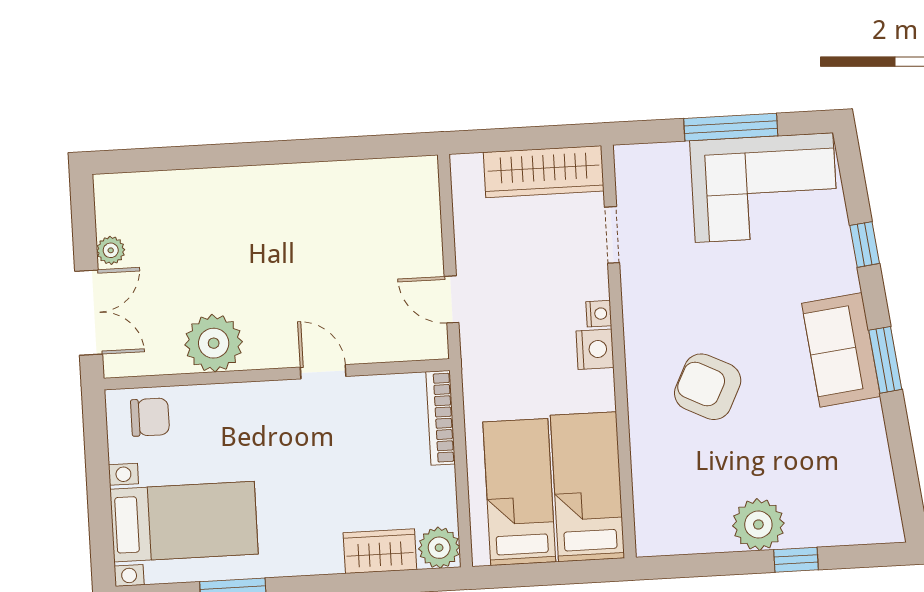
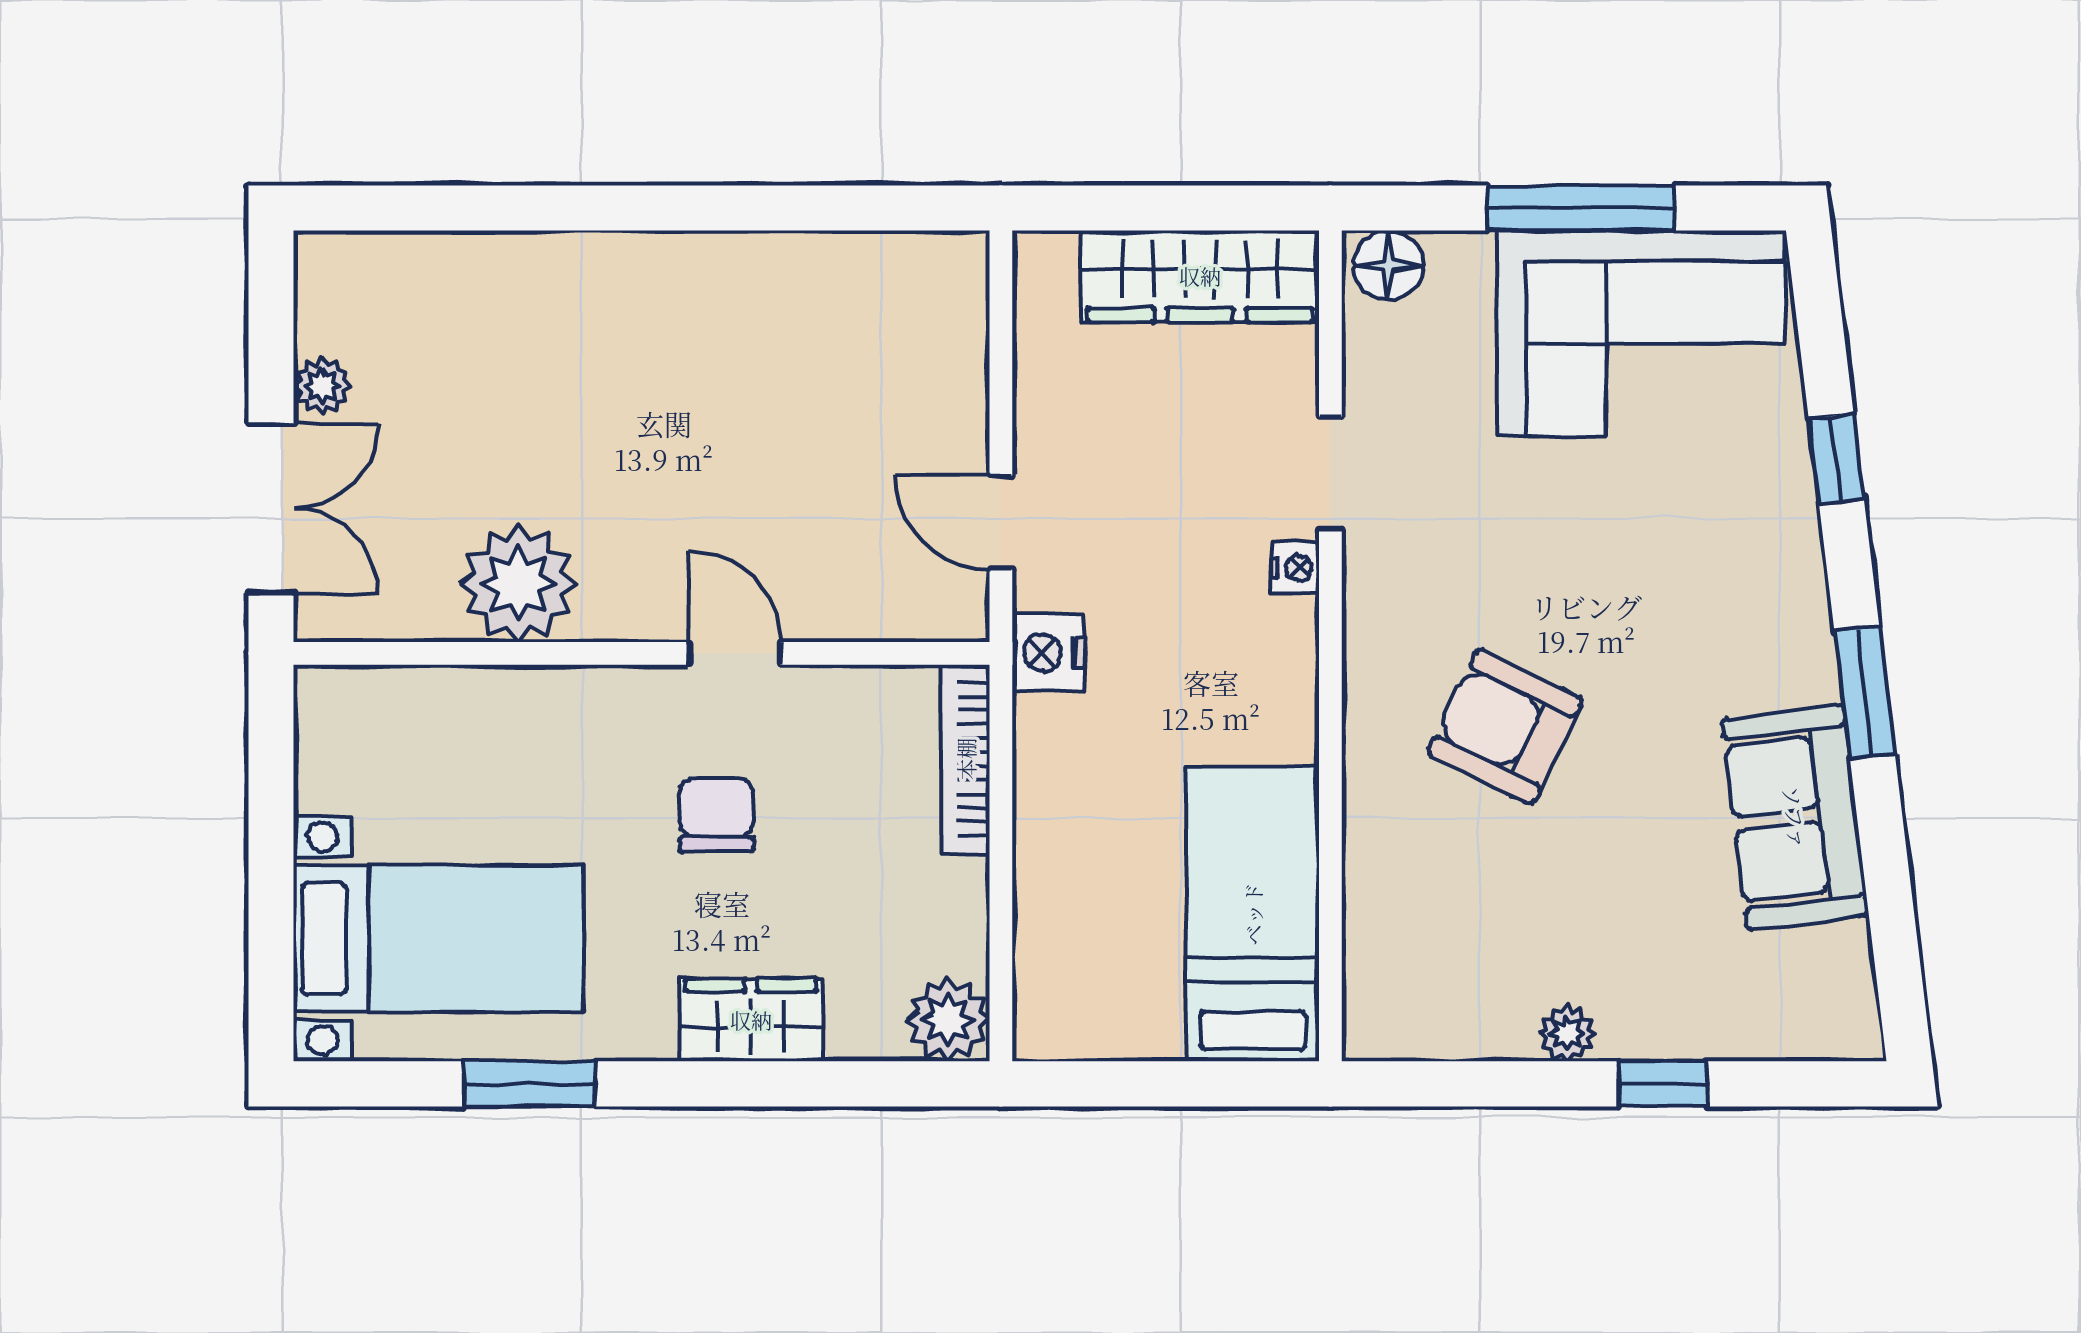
floor lamp: (637, 161) -> (1388, 265), added
doorway: (612, 235) -> (1330, 473), moved
nightstand: (595, 349) -> (1048, 652), moved, turned 180
sofa: (841, 350) -> (1795, 817), moved
chair: (150, 417) -> (716, 815), moved, turned -90
bed: (519, 492) -> (1115, 917), removed
plant: (758, 524) -> (1567, 1033), width x0.53, depth x0.53
wardrobe: (380, 551) -> (751, 1020), moved

